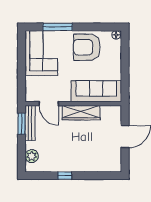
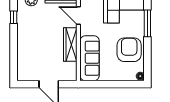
door: (49, 104) -> (78, 15), hinge flipped
window: (65, 176) -> (14, 17), moved

